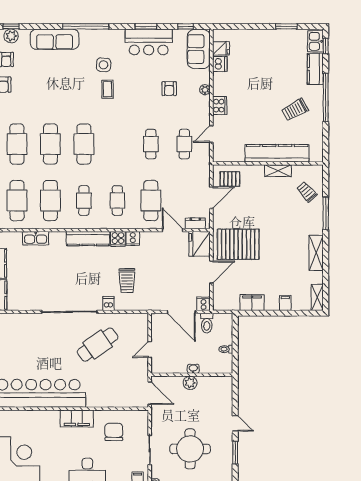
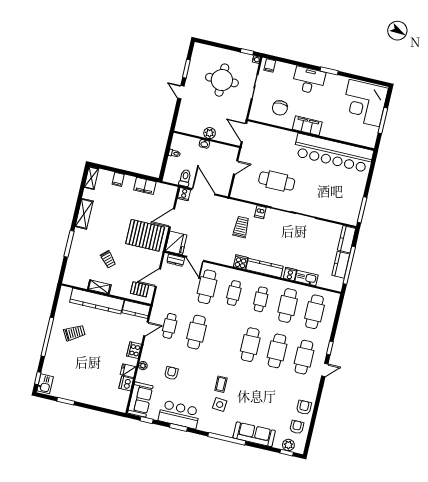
fridge: (221, 48) -> (128, 371), moved
kitchen counter: (315, 69) -> (136, 309), moved, turned 90
cafe table: (151, 144) -> (196, 332), width x1.37, depth x1.35
trolley: (307, 192) -> (108, 259), moved
cooker: (133, 238) -> (290, 274), moved
cafe table: (98, 345) -> (277, 181), turned 35

